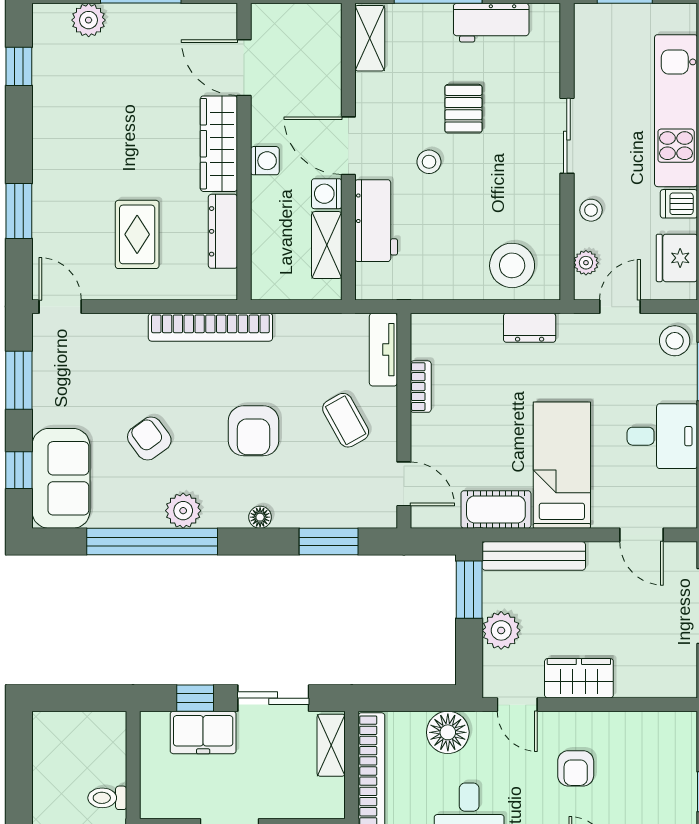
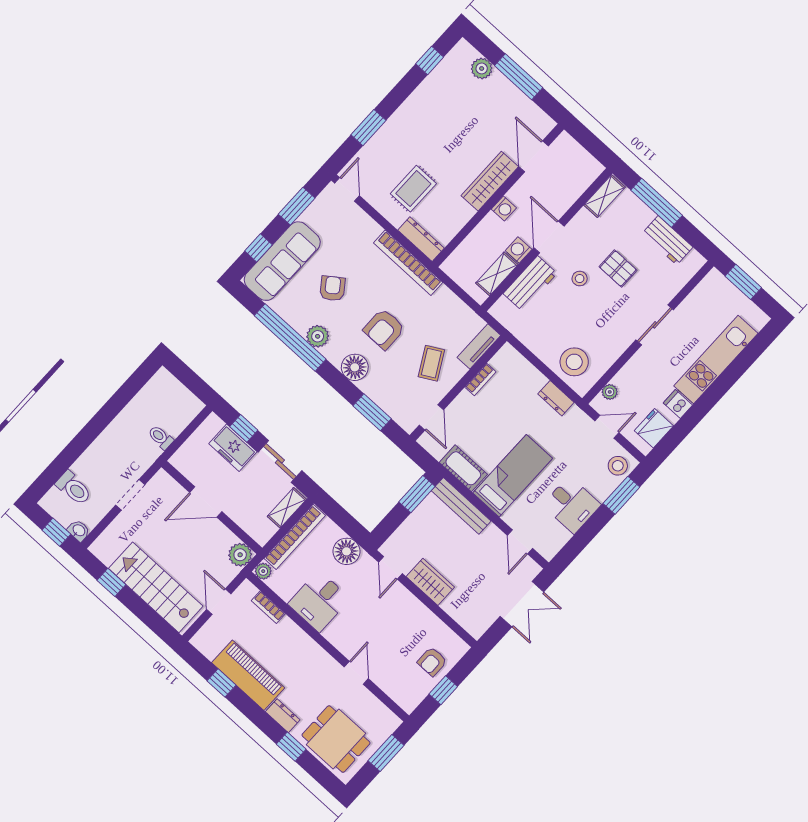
pallet: (463, 109) -> (618, 269), turned 90
stool: (591, 210) -> (634, 370), removed
dresser: (223, 231) -> (421, 239), moved, turned 90
sofa: (61, 478) -> (282, 261), width x1.36
floor lamp: (260, 517) -> (355, 367), width x1.89, depth x1.89
plant: (501, 630) -> (414, 527), removed
armchair: (576, 768) -> (432, 662), moved

